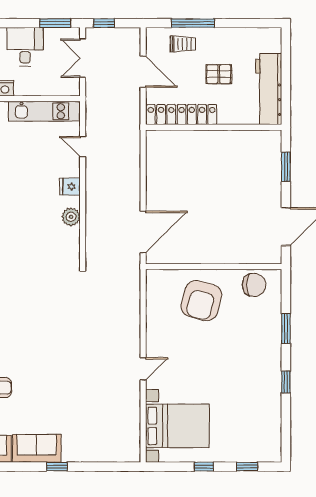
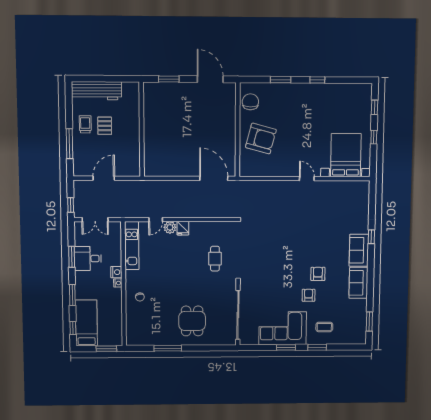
window: (55, 23) -> (72, 257), moved
trolley: (183, 44) -> (85, 124), moved
workbench: (269, 89) -> (96, 91), moved
locker: (182, 115) -> (133, 152), removed
plant: (71, 217) -> (170, 227), moved
cafe table: (25, 234) -> (215, 259), added

